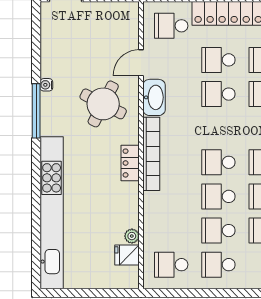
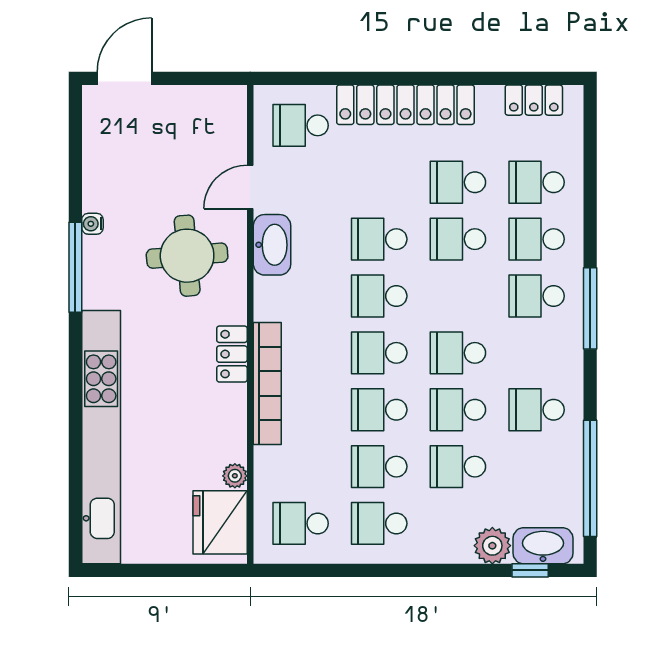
school desk: (218, 60) -> (379, 296), moved
round table: (103, 104) -> (187, 256), turned -32
bookcase: (151, 154) -> (267, 384), moved
fridge: (127, 255) -> (220, 522), width x1.88, depth x1.34

